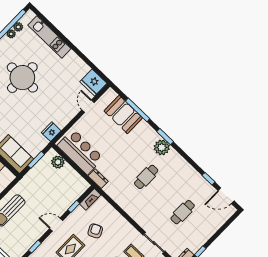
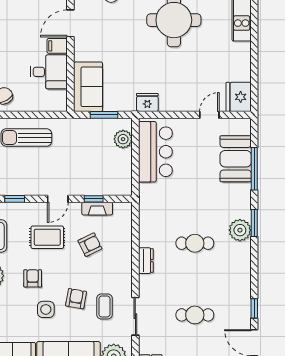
dresser: (98, 179) -> (146, 261), moved
fireplace: (90, 199) -> (97, 209), moved
door: (56, 225) -> (58, 199), swing flipped

